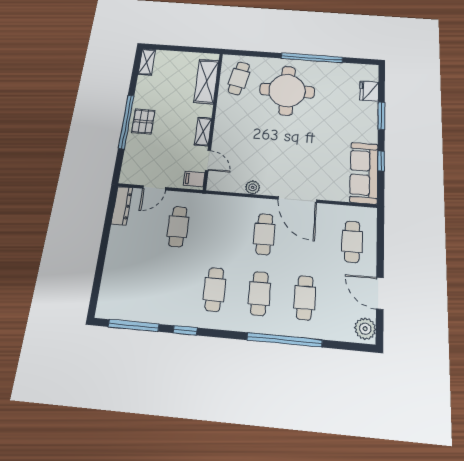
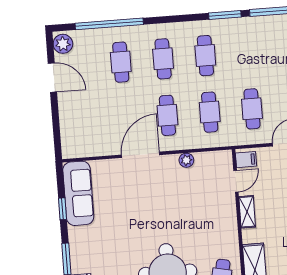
door: (208, 160) -> (236, 181), swing flipped
door: (297, 200) -> (140, 155), hinge flipped
cafe table: (352, 242) -> (210, 112), moved
window: (185, 330) -> (225, 15), width x1.50
window: (284, 340) -> (109, 24), moved

